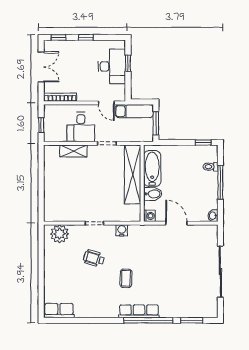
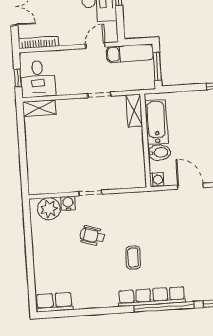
door: (106, 103) -> (95, 46), swing flipped
desk: (81, 127) -> (38, 79), moved
shelving: (73, 151) -> (39, 108), moved
shelving: (133, 174) -> (134, 111), width x0.45, depth x0.75
water cooler: (122, 230) -> (68, 203), moved
row of seats: (139, 311) -> (152, 297), width x1.36

